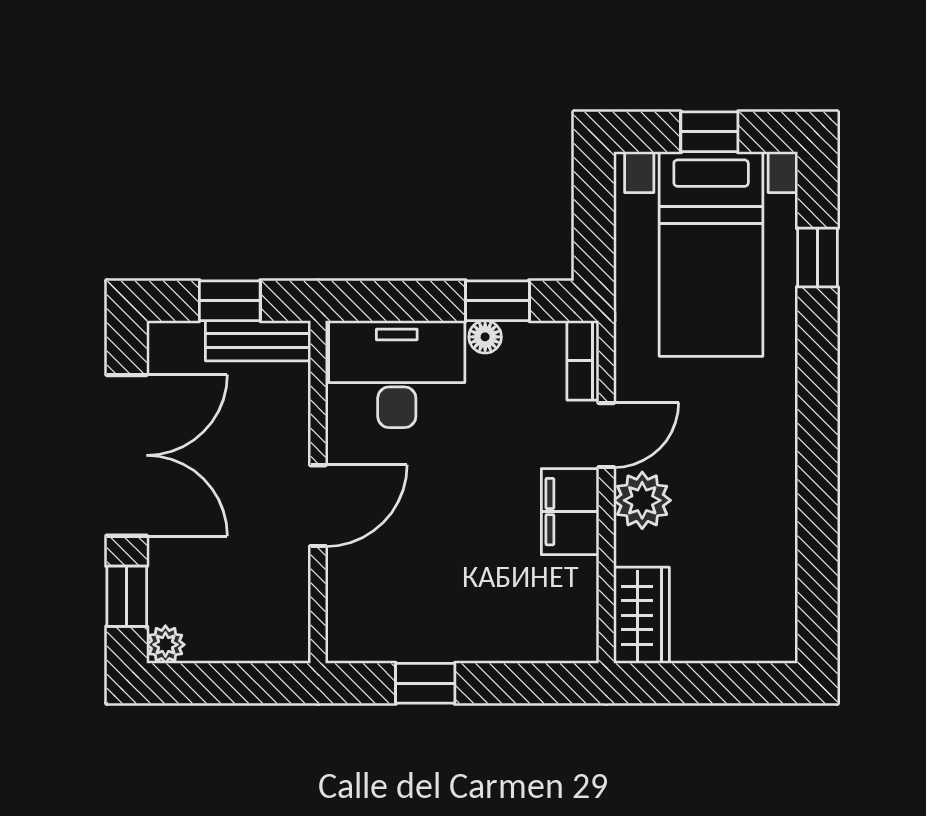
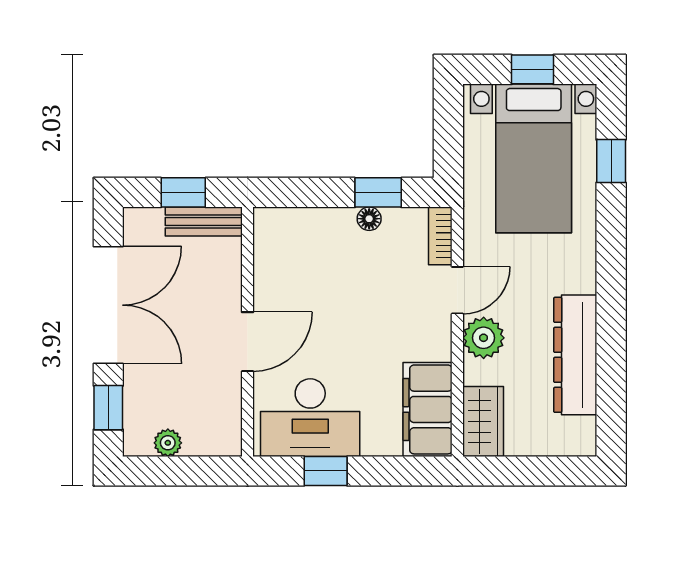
desk: (397, 374) -> (310, 418), moved, turned 180
filing cabinet: (570, 512) -> (428, 409), moved, width x1.50, depth x1.17
dresser: (768, 524) -> (575, 355), added
plant: (165, 645) -> (168, 443), moved

